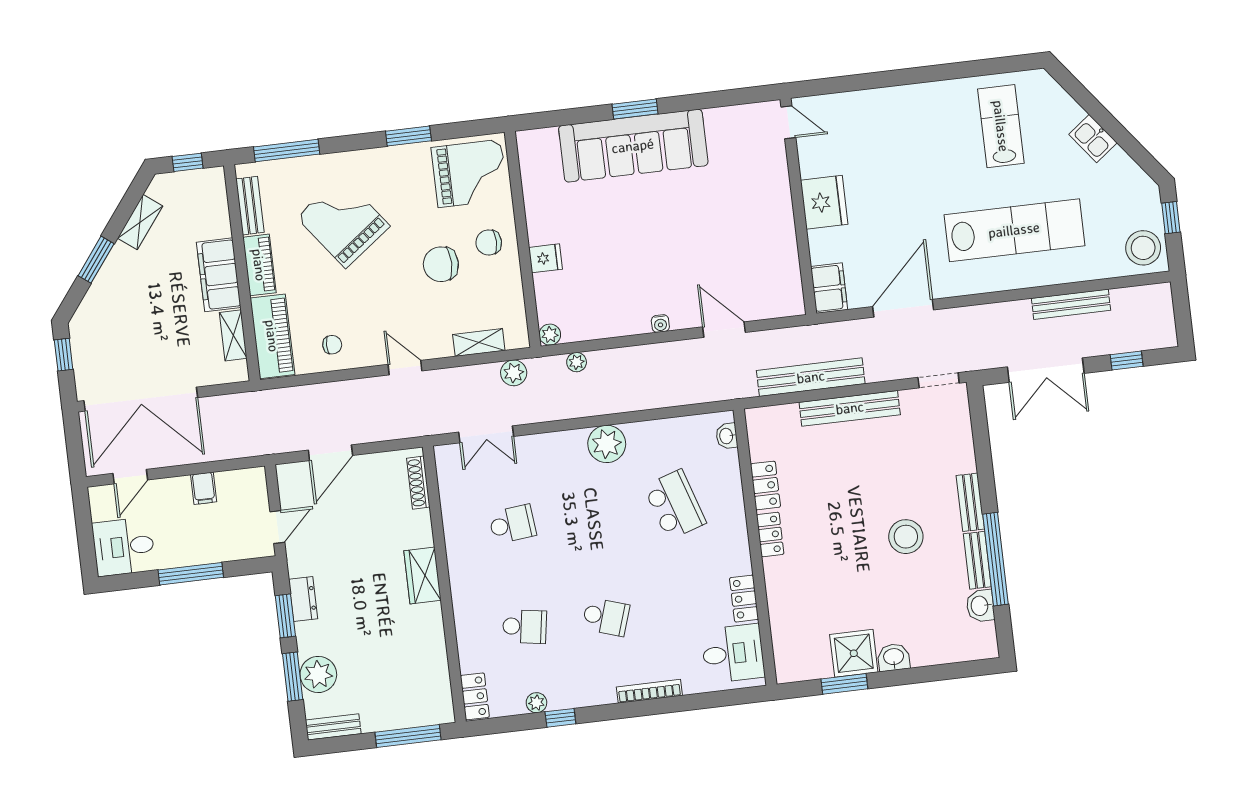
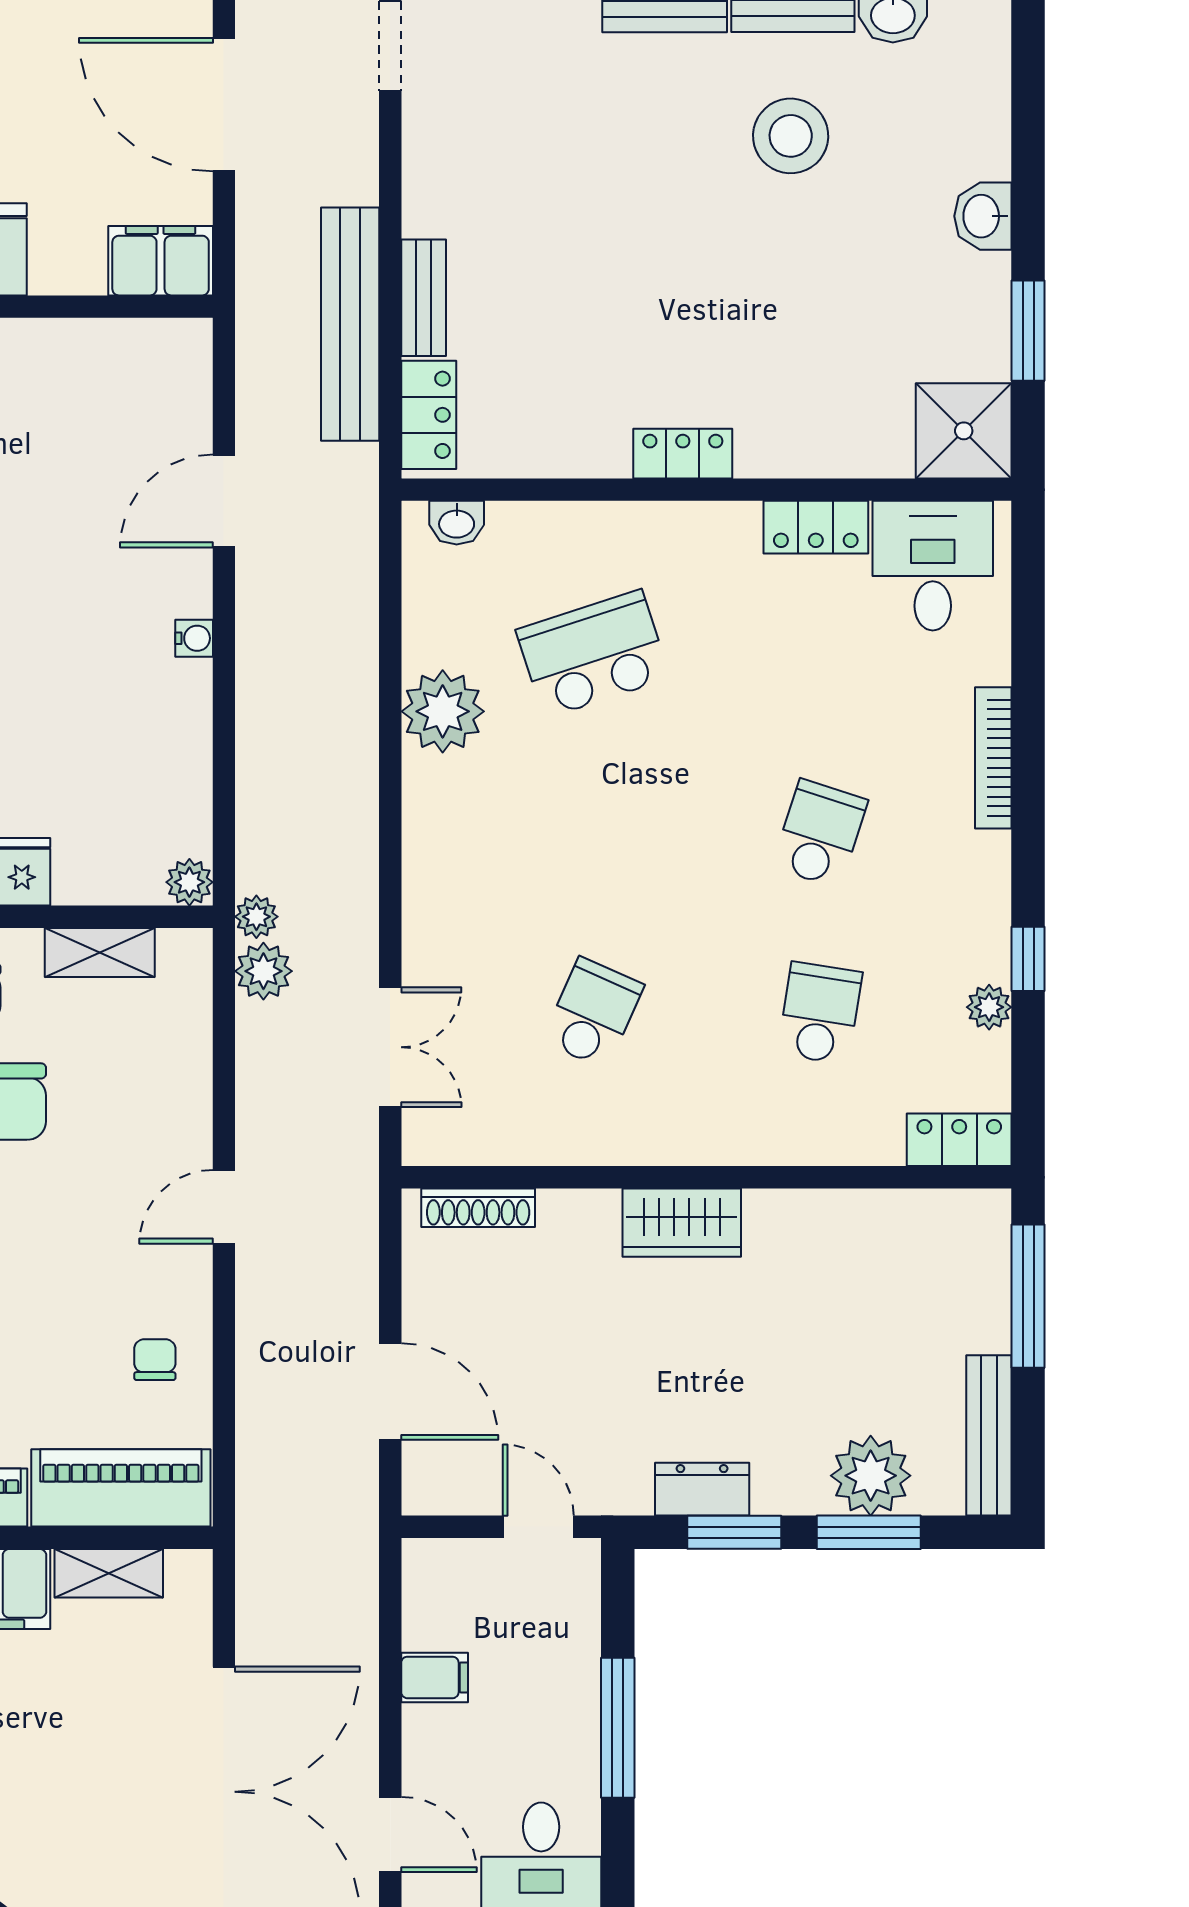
shelving: (479, 342) -> (100, 952), moved, turned 90
plant: (577, 362) -> (256, 917), moved
bench: (850, 408) -> (424, 298), width x0.54, depth x0.82
plant: (607, 444) -> (443, 711), moved
locker: (765, 485) -> (429, 415), moved, turned 90
school desk: (512, 524) -> (593, 1013), turned 30
stool: (906, 537) -> (791, 136), moved
shower: (854, 653) -> (964, 431), moved
bench: (333, 727) -> (989, 1435), width x1.36

